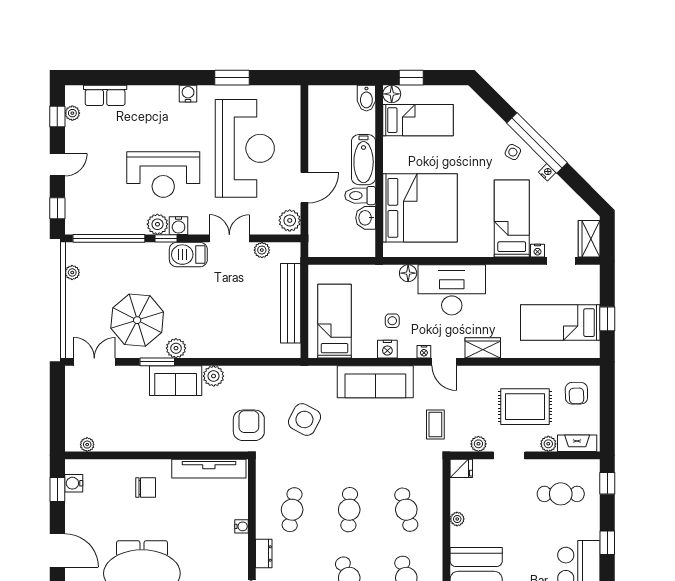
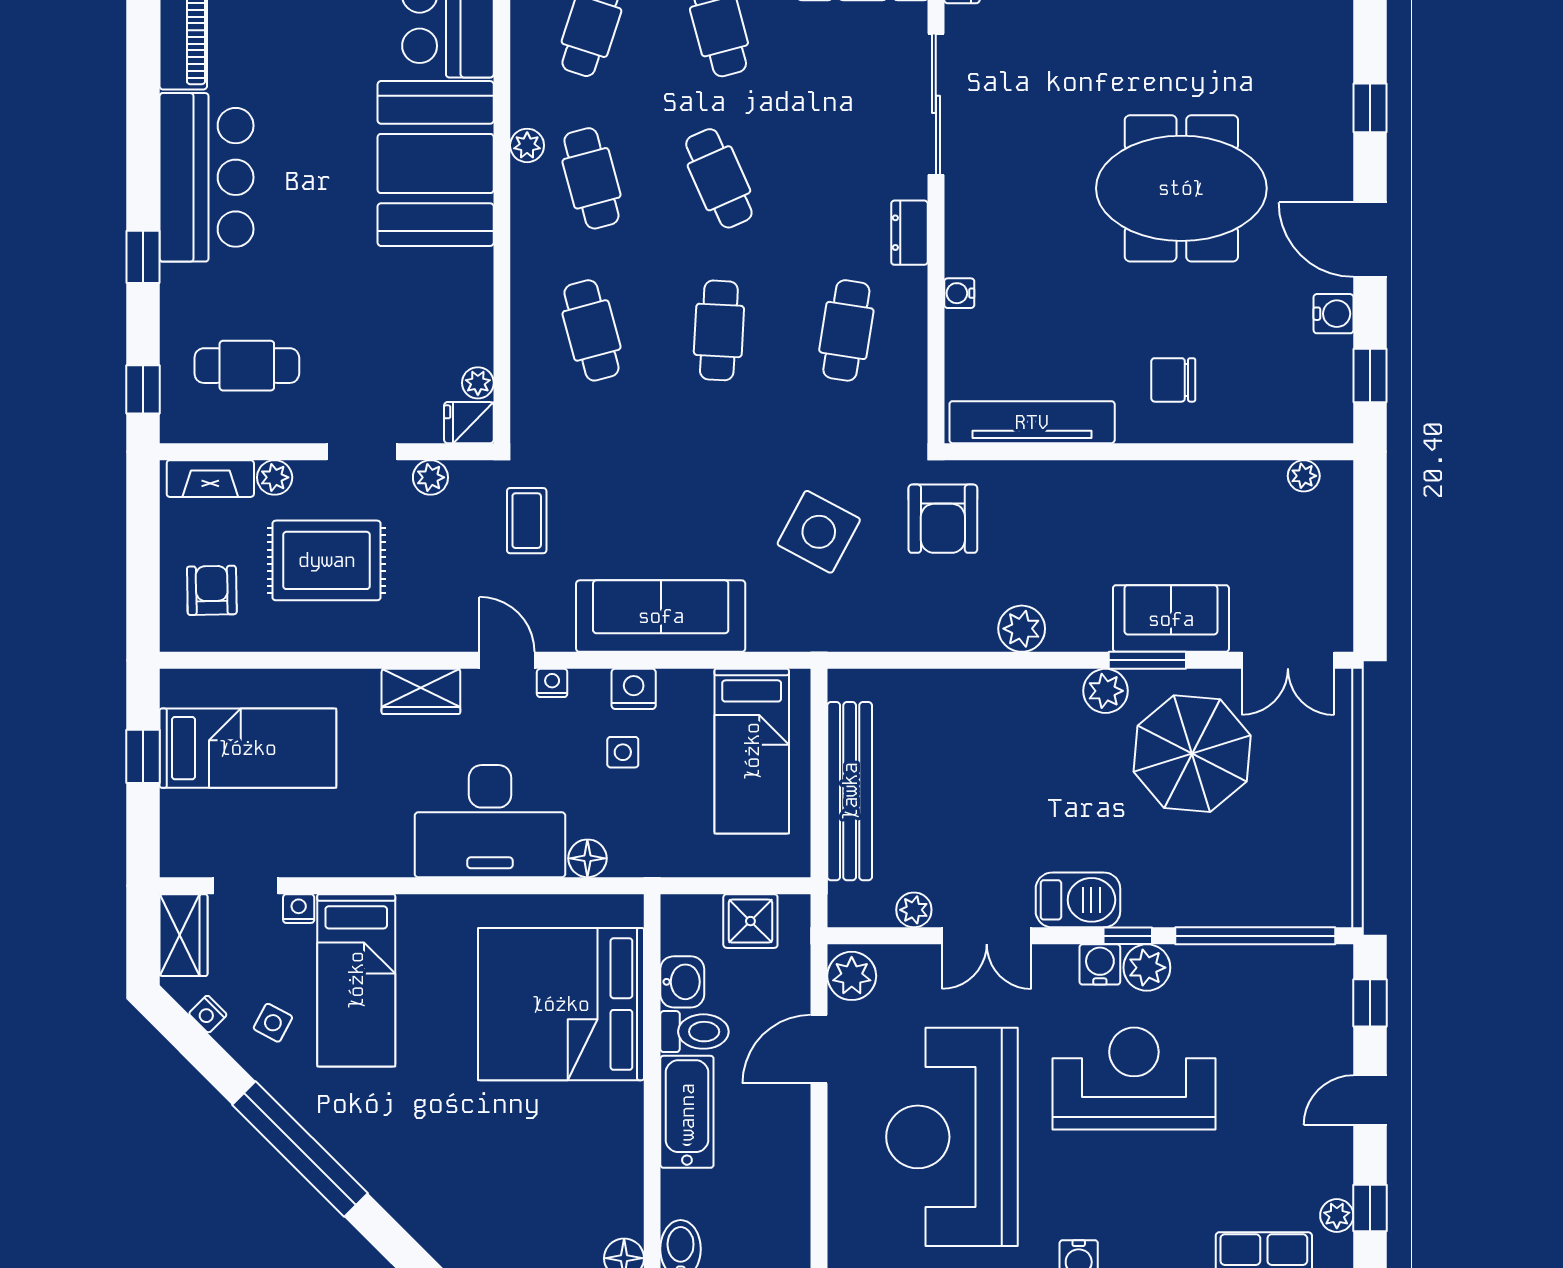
bed: (418, 120) -> (565, 1200), removed
side table: (513, 152) -> (273, 1023), moved
nightstand: (547, 172) -> (208, 1014), moved
shower: (335, 245) -> (750, 921), added
plant: (72, 272) -> (1337, 860), removed
sofa: (176, 381) -> (1171, 619), moved
water cooler: (74, 483) -> (1334, 314), moved
plant: (457, 519) -> (478, 383), moved

